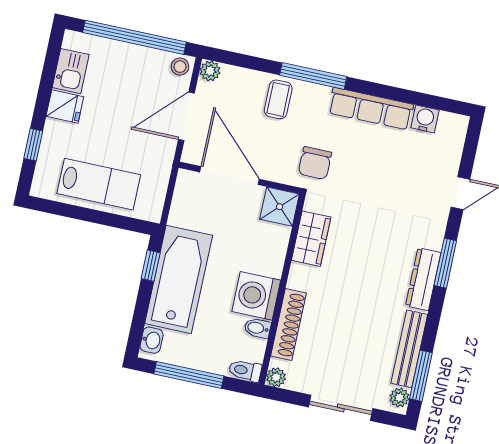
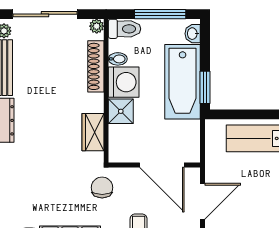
shower: (280, 207) -> (121, 111), moved
window: (151, 266) -> (205, 87), width x1.50
toilet: (245, 371) -> (125, 29), width x1.37, depth x1.39
sliding door: (341, 408) -> (45, 14), width x1.37

